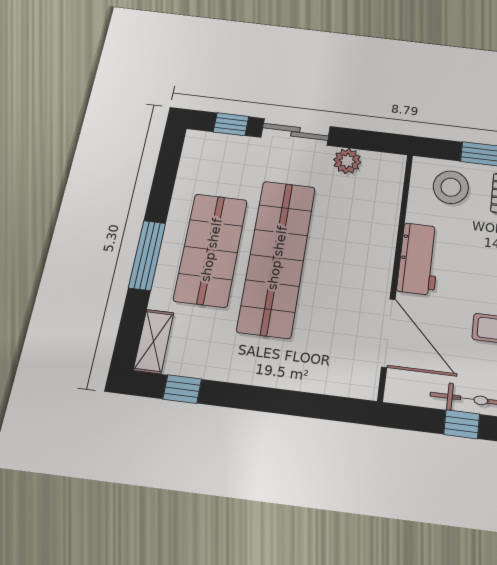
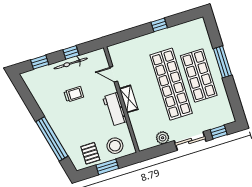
door: (388, 333) -> (114, 74), width x0.53
shelving: (154, 341) -> (129, 99), moved
window: (182, 389) -> (159, 25), moved

